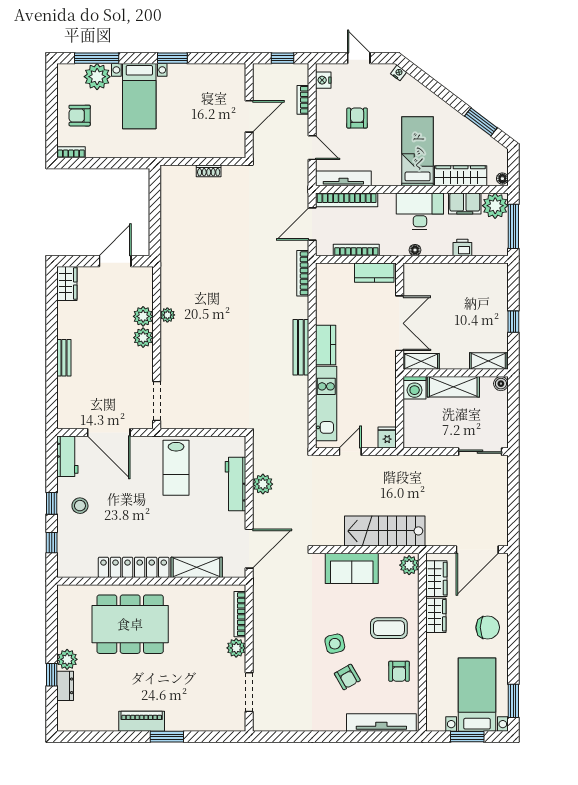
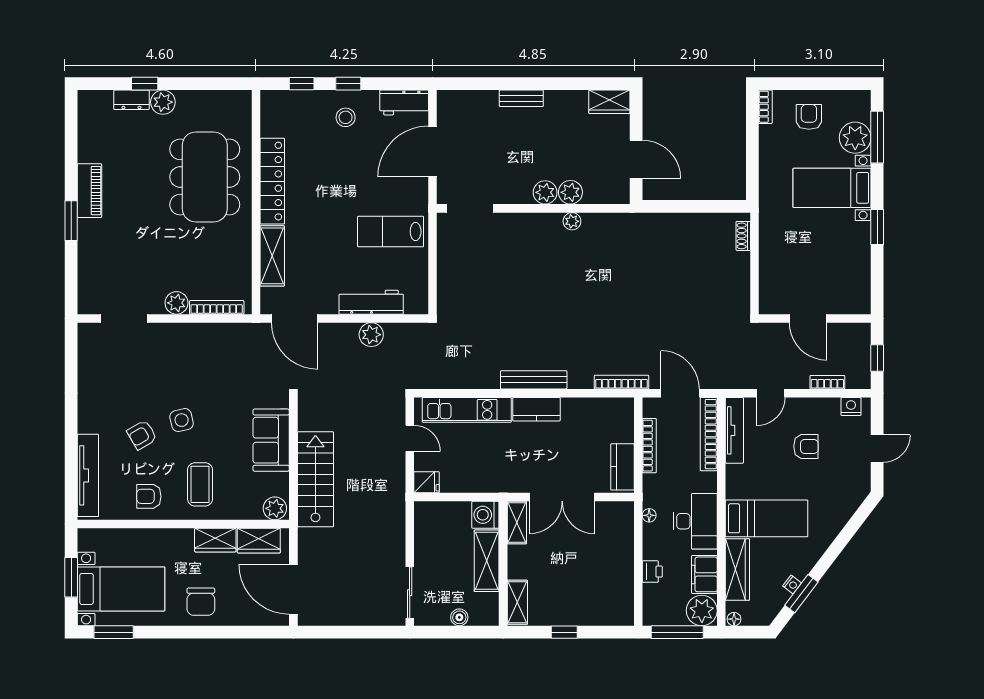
nightstand: (398, 73) -> (792, 584), moved
shoe rack: (209, 171) -> (743, 236), moved
boiler: (501, 384) -> (459, 617), moved

